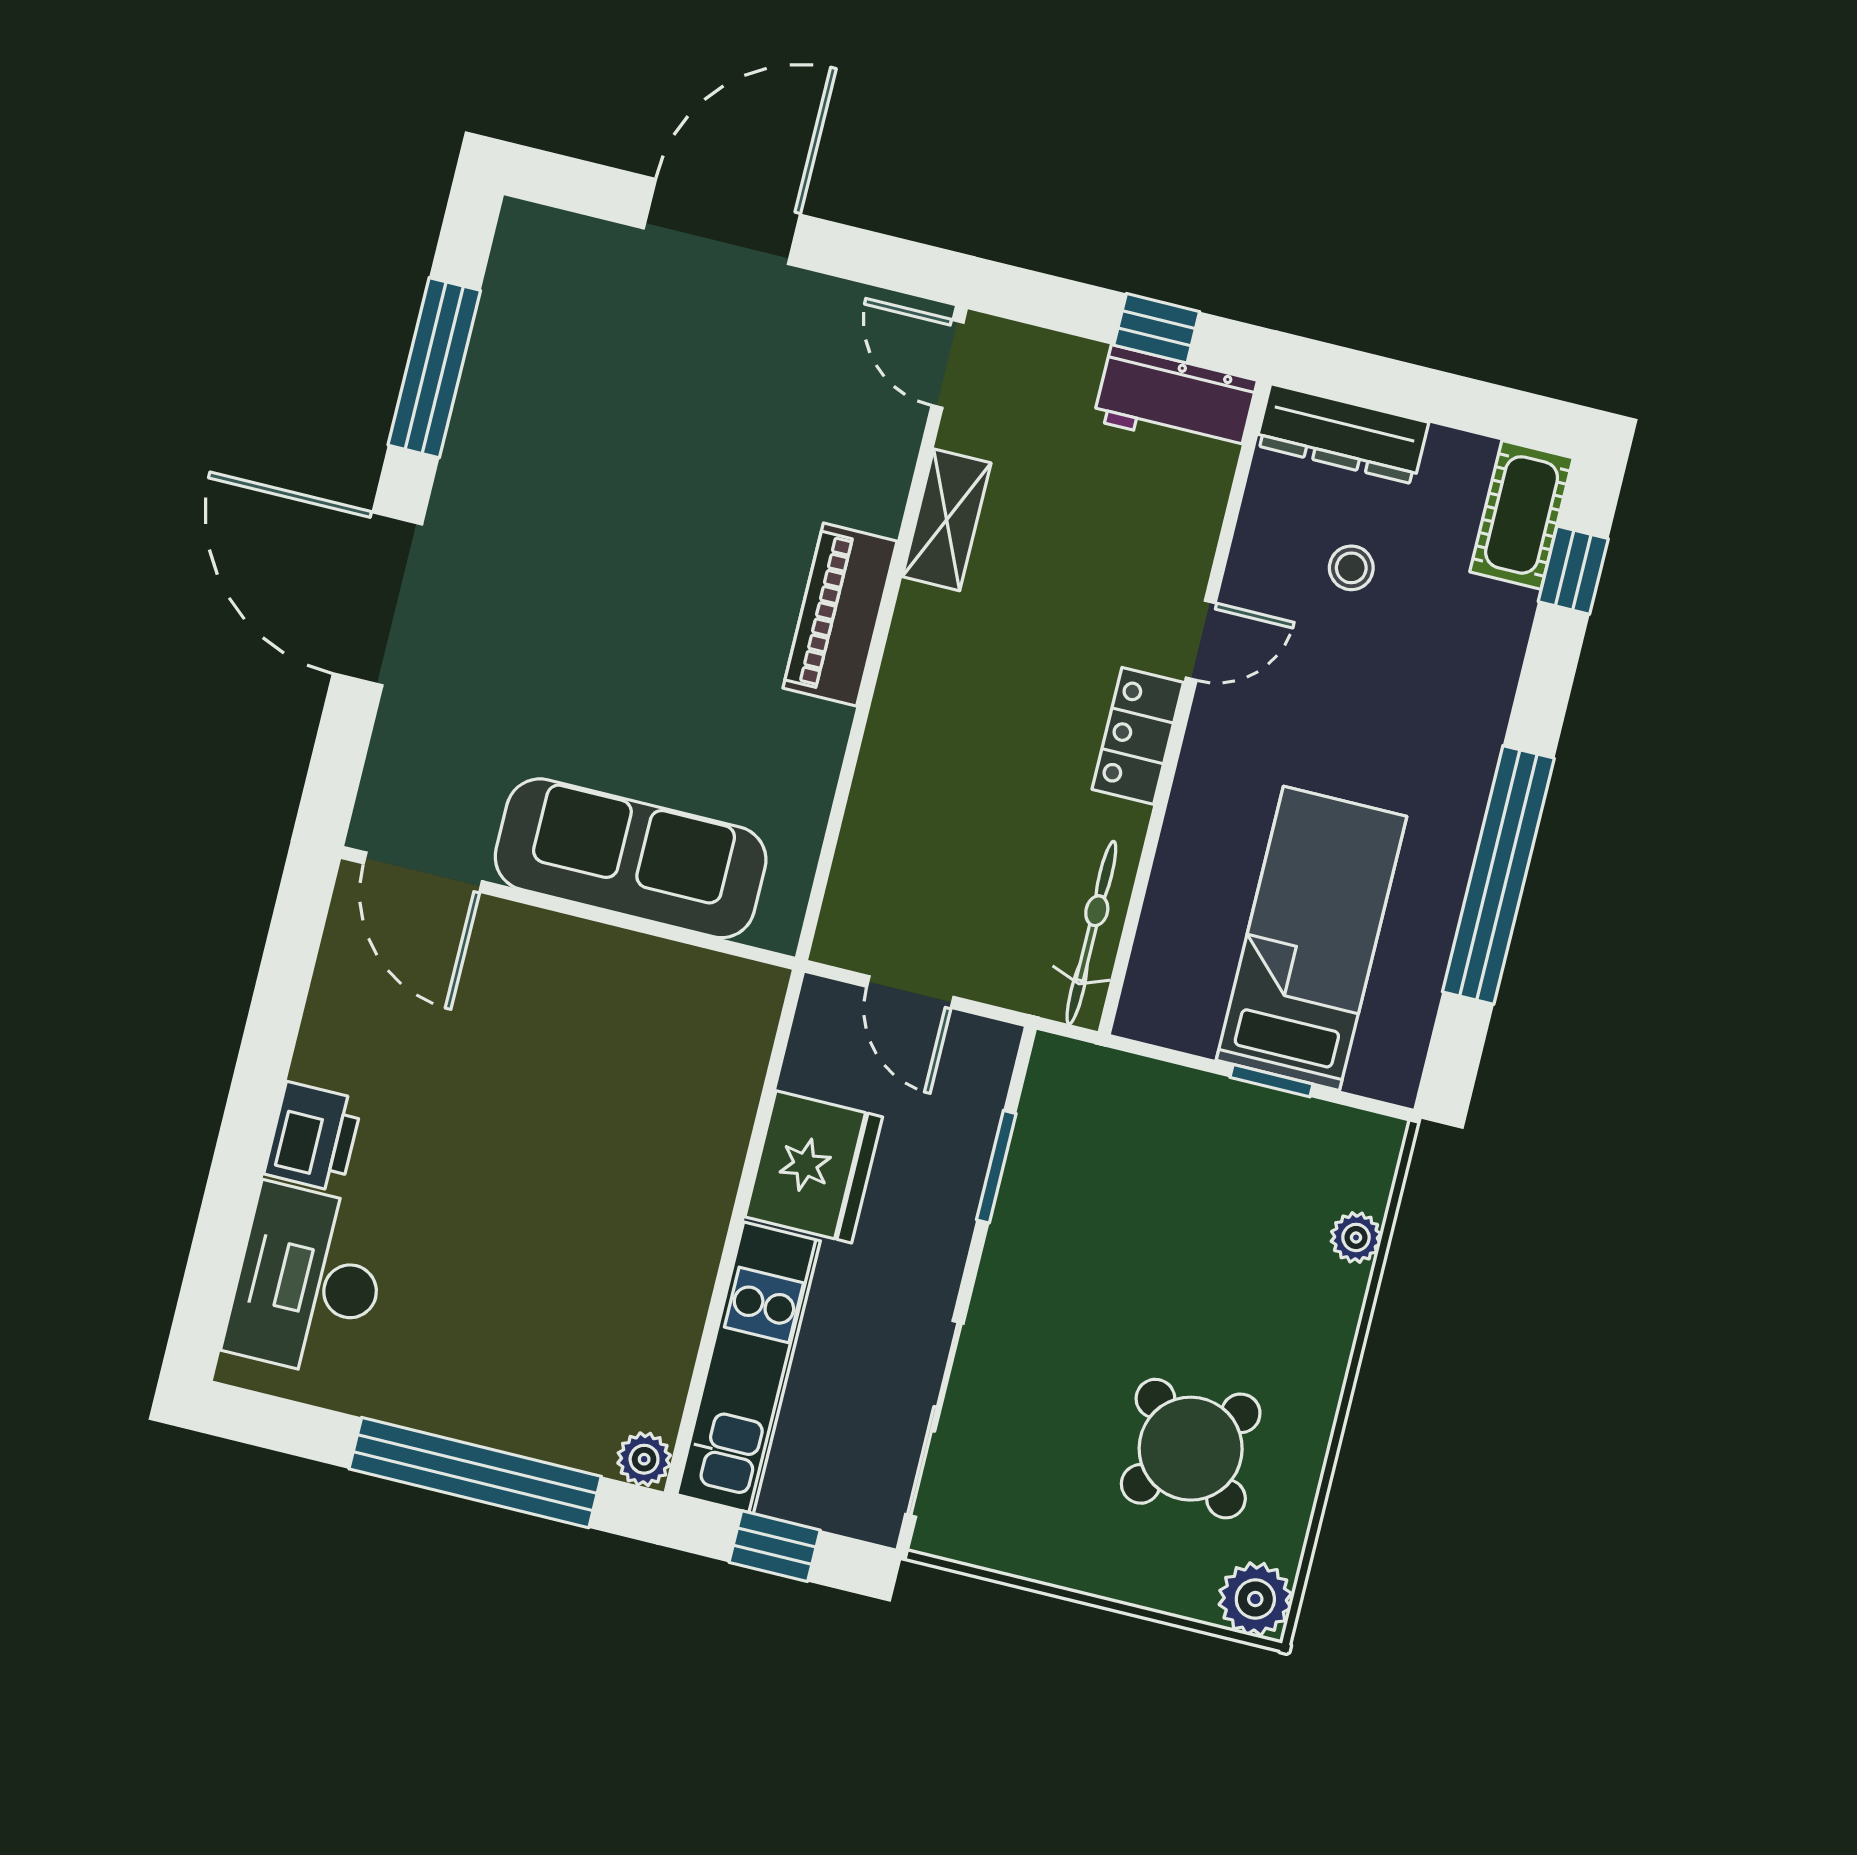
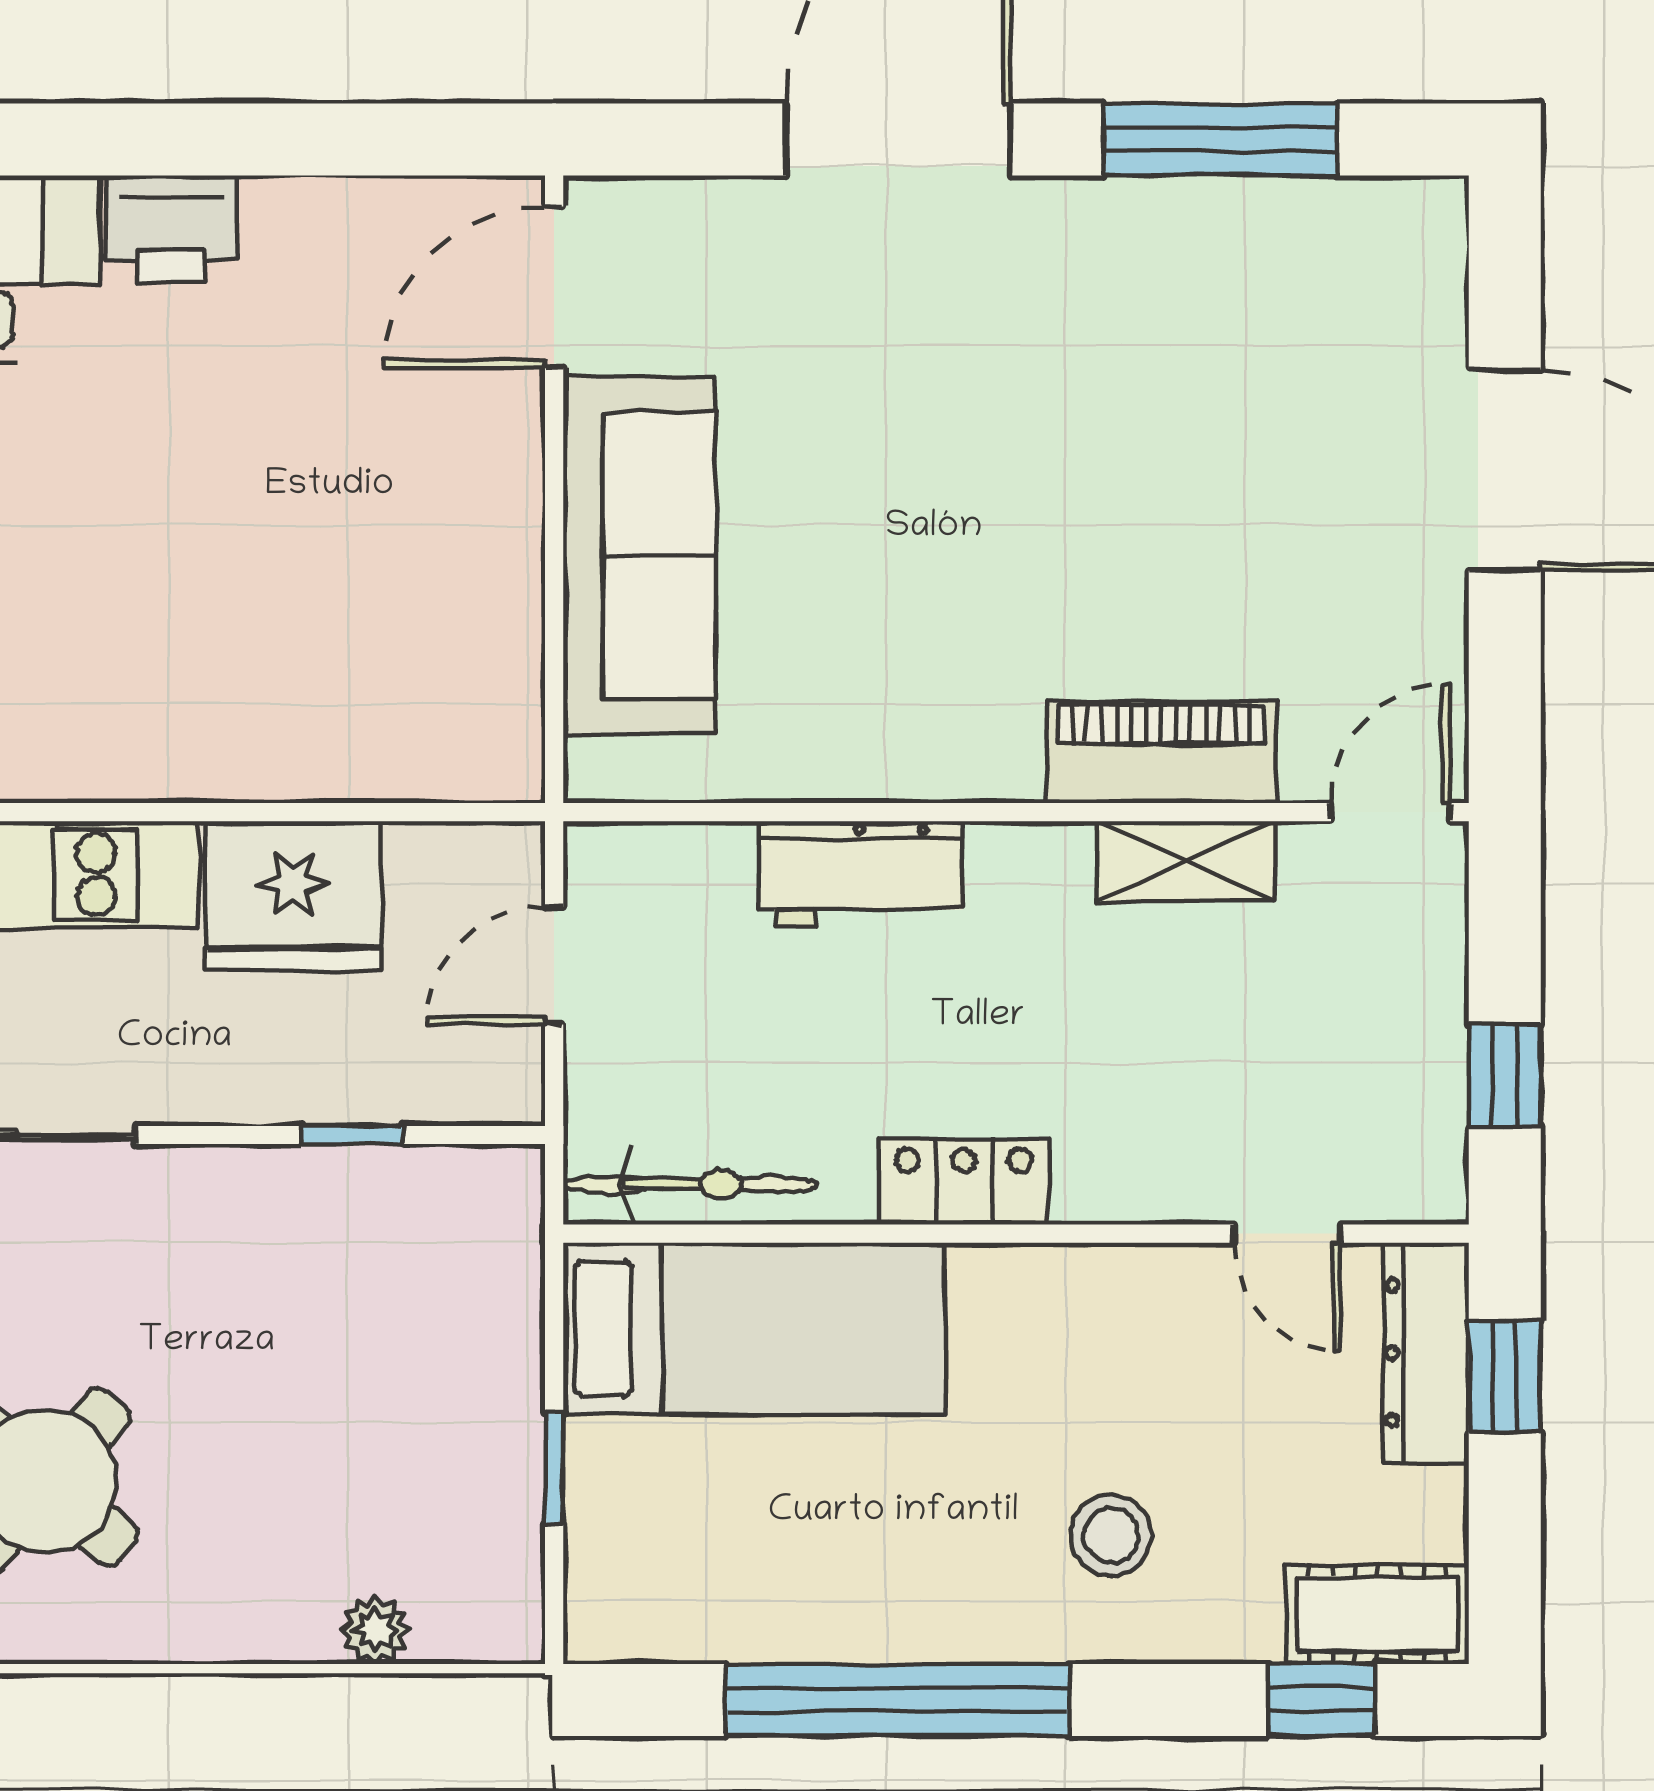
window: (1373, 381) -> (1505, 1377), added
workbench: (1175, 400) -> (860, 874), moved, turned -90
stool: (1351, 568) -> (1111, 1535), moved, width x1.37, depth x1.37
piano: (840, 615) -> (1161, 752), moved
door: (1201, 640) -> (1287, 1234), moved
bed: (1311, 938) -> (754, 1328), moved
window: (996, 1167) -> (352, 1135), width x0.67

